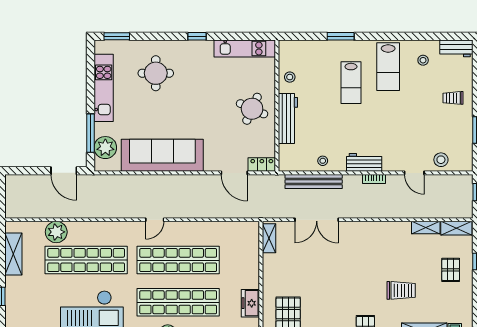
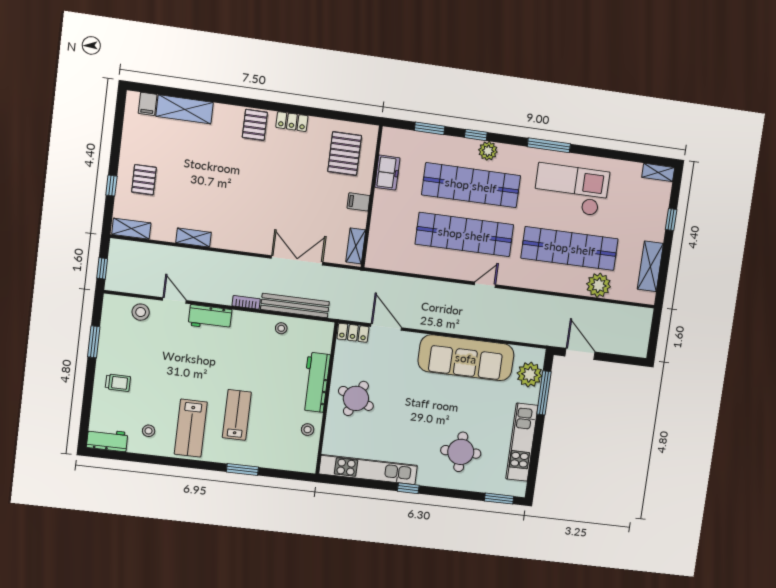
kitchen unit: (245, 49) -> (368, 470), width x1.36
lab bench: (388, 67) -> (191, 428), turned 180
workbench: (364, 162) -> (210, 317), moved
bookcase: (374, 179) -> (246, 302), moved
shelving: (426, 228) -> (194, 238), moved
filing cabinet: (271, 275) -> (359, 202), added
trolley: (401, 290) -> (207, 163), removed

